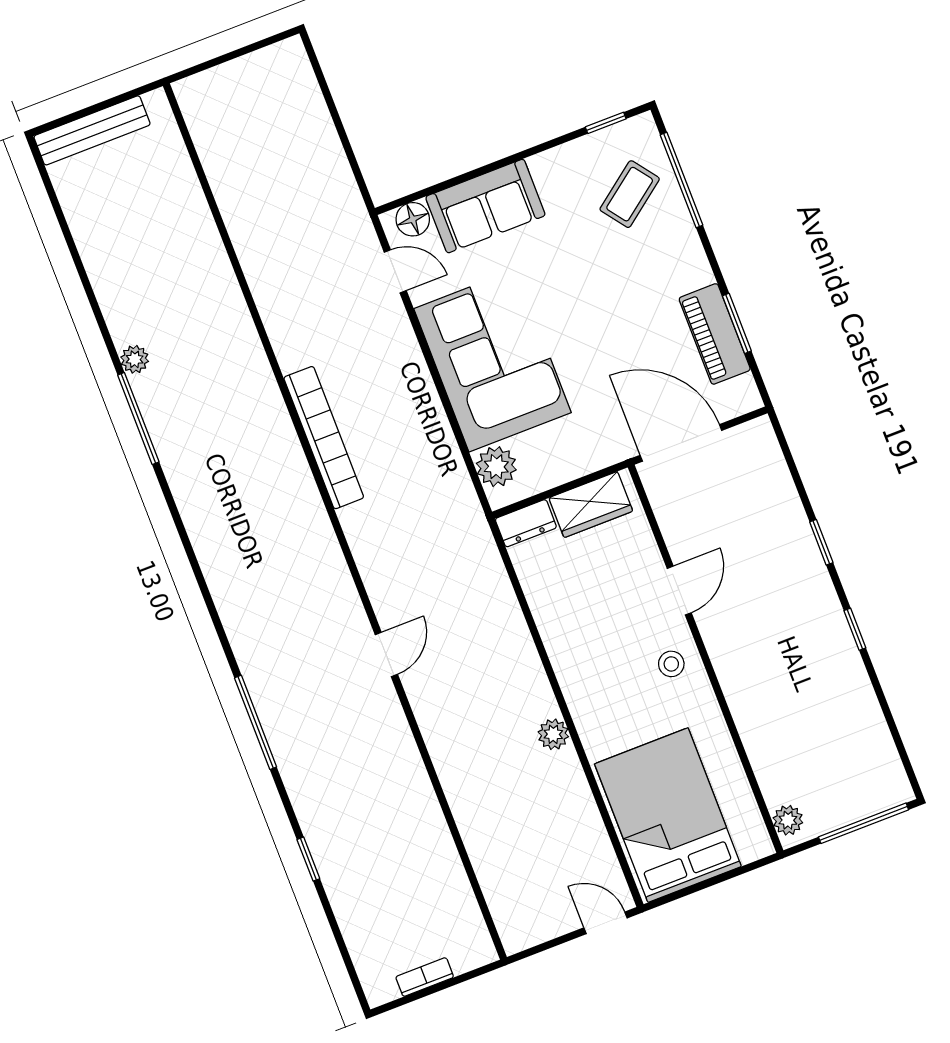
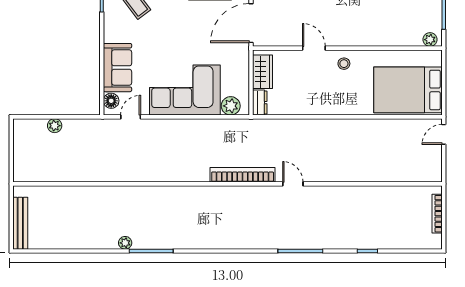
bookcase: (324, 438) -> (243, 175), moved
plant: (553, 734) -> (55, 126), moved
bookcase: (425, 977) -> (437, 214), width x1.56

